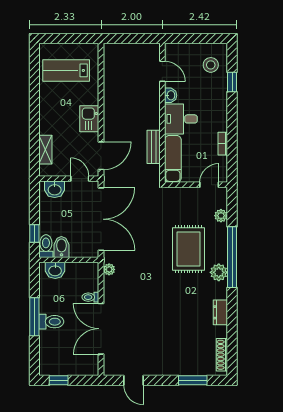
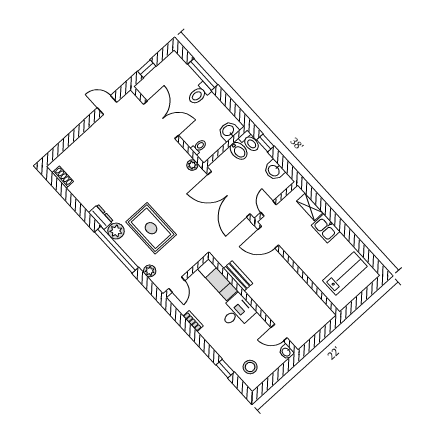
washbasin: (171, 95) -> (286, 352), moved
kitchen sink: (89, 119) -> (326, 228), moved, turned 180
door: (101, 156) -> (268, 237), hinge flipped
door: (80, 179) -> (269, 208), swing flipped
washbasin: (55, 189) -> (274, 170), moved, turned -90
toilet: (90, 297) -> (199, 147), moved
dresser: (220, 312) -> (101, 217), moved
window: (34, 317) -> (203, 74), moved
shoe rack: (222, 355) -> (63, 177), width x0.70
window: (59, 380) -> (147, 69), moved
window: (193, 380) -> (67, 142), removed

